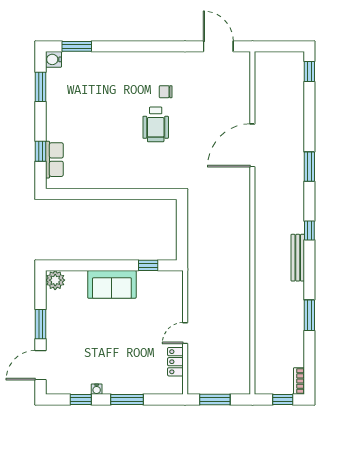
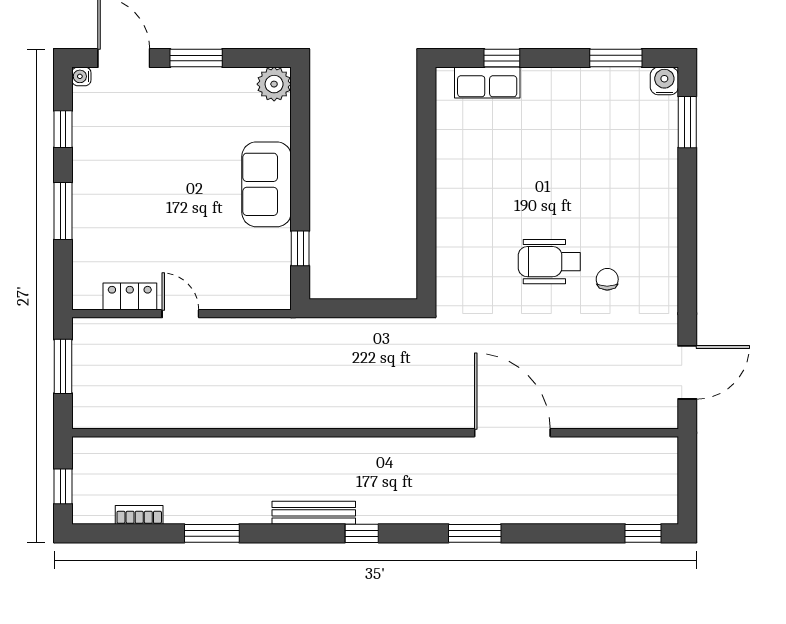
bookcase: (299, 381) -> (139, 515), moved
water cooler: (97, 389) -> (81, 76), moved

